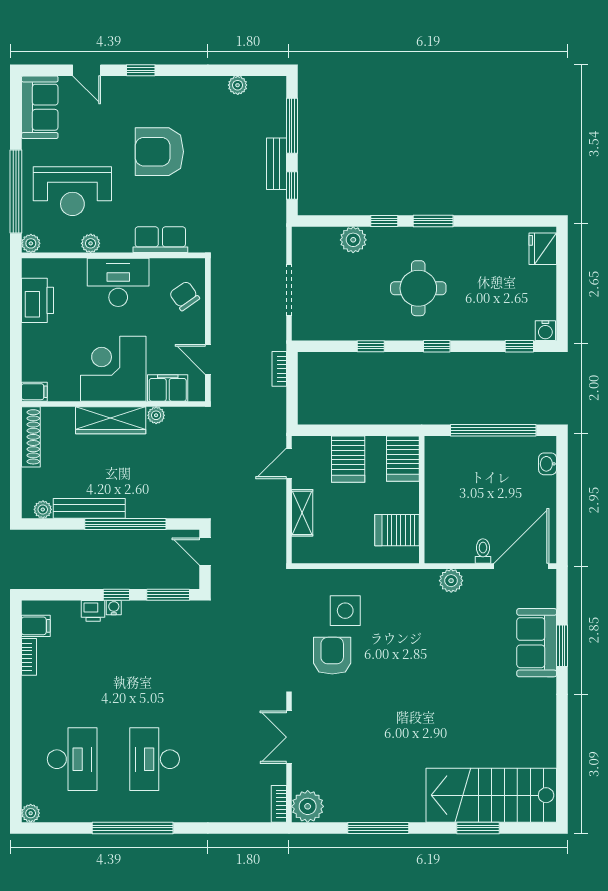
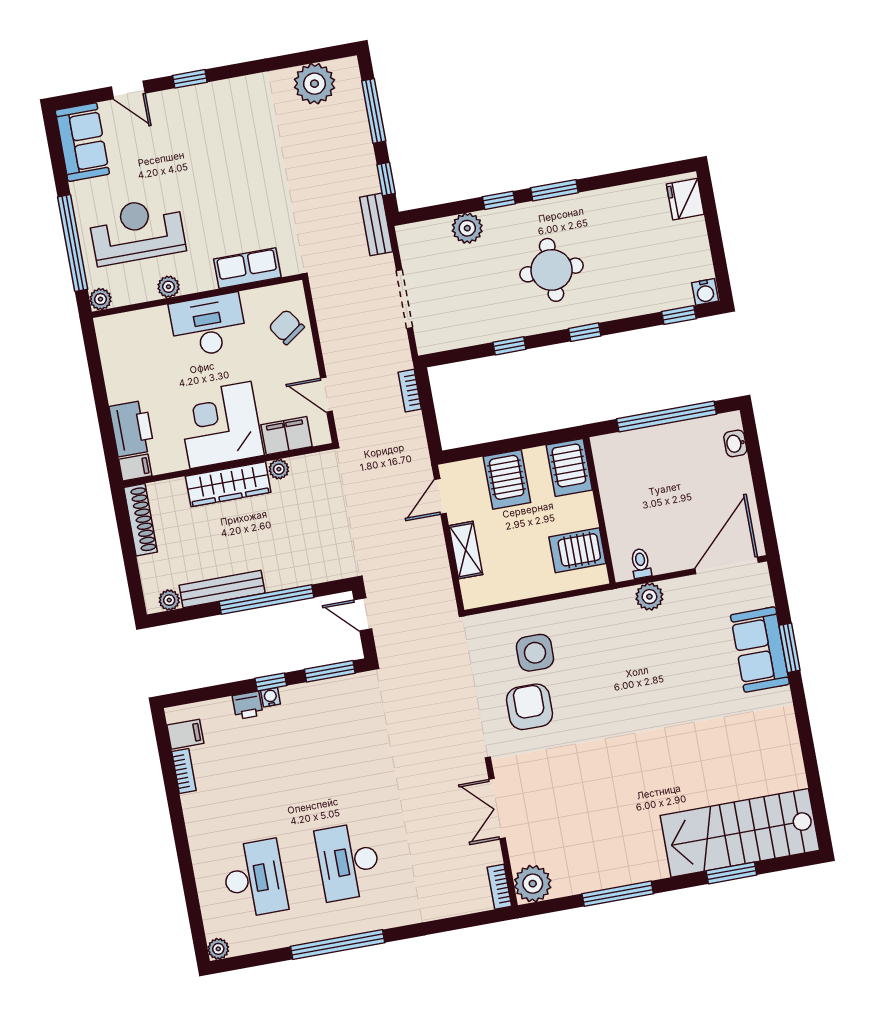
plant: (238, 85) -> (314, 84), width x1.88, depth x1.88
armchair: (159, 152) -> (228, 168), removed
bench: (276, 164) -> (376, 224), moved
reception desk: (72, 191) -> (137, 231), turned 180
printer: (37, 300) -> (132, 429), moved
toilet: (483, 551) -> (641, 563), moved

